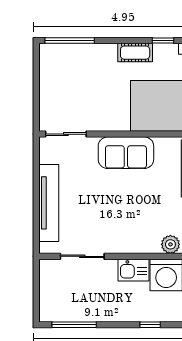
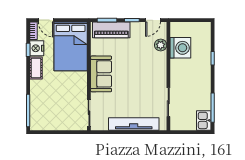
nightstand: (165, 54) -> (37, 48), added
kitchen sink: (134, 270) -> (204, 120), moved, turned 180

